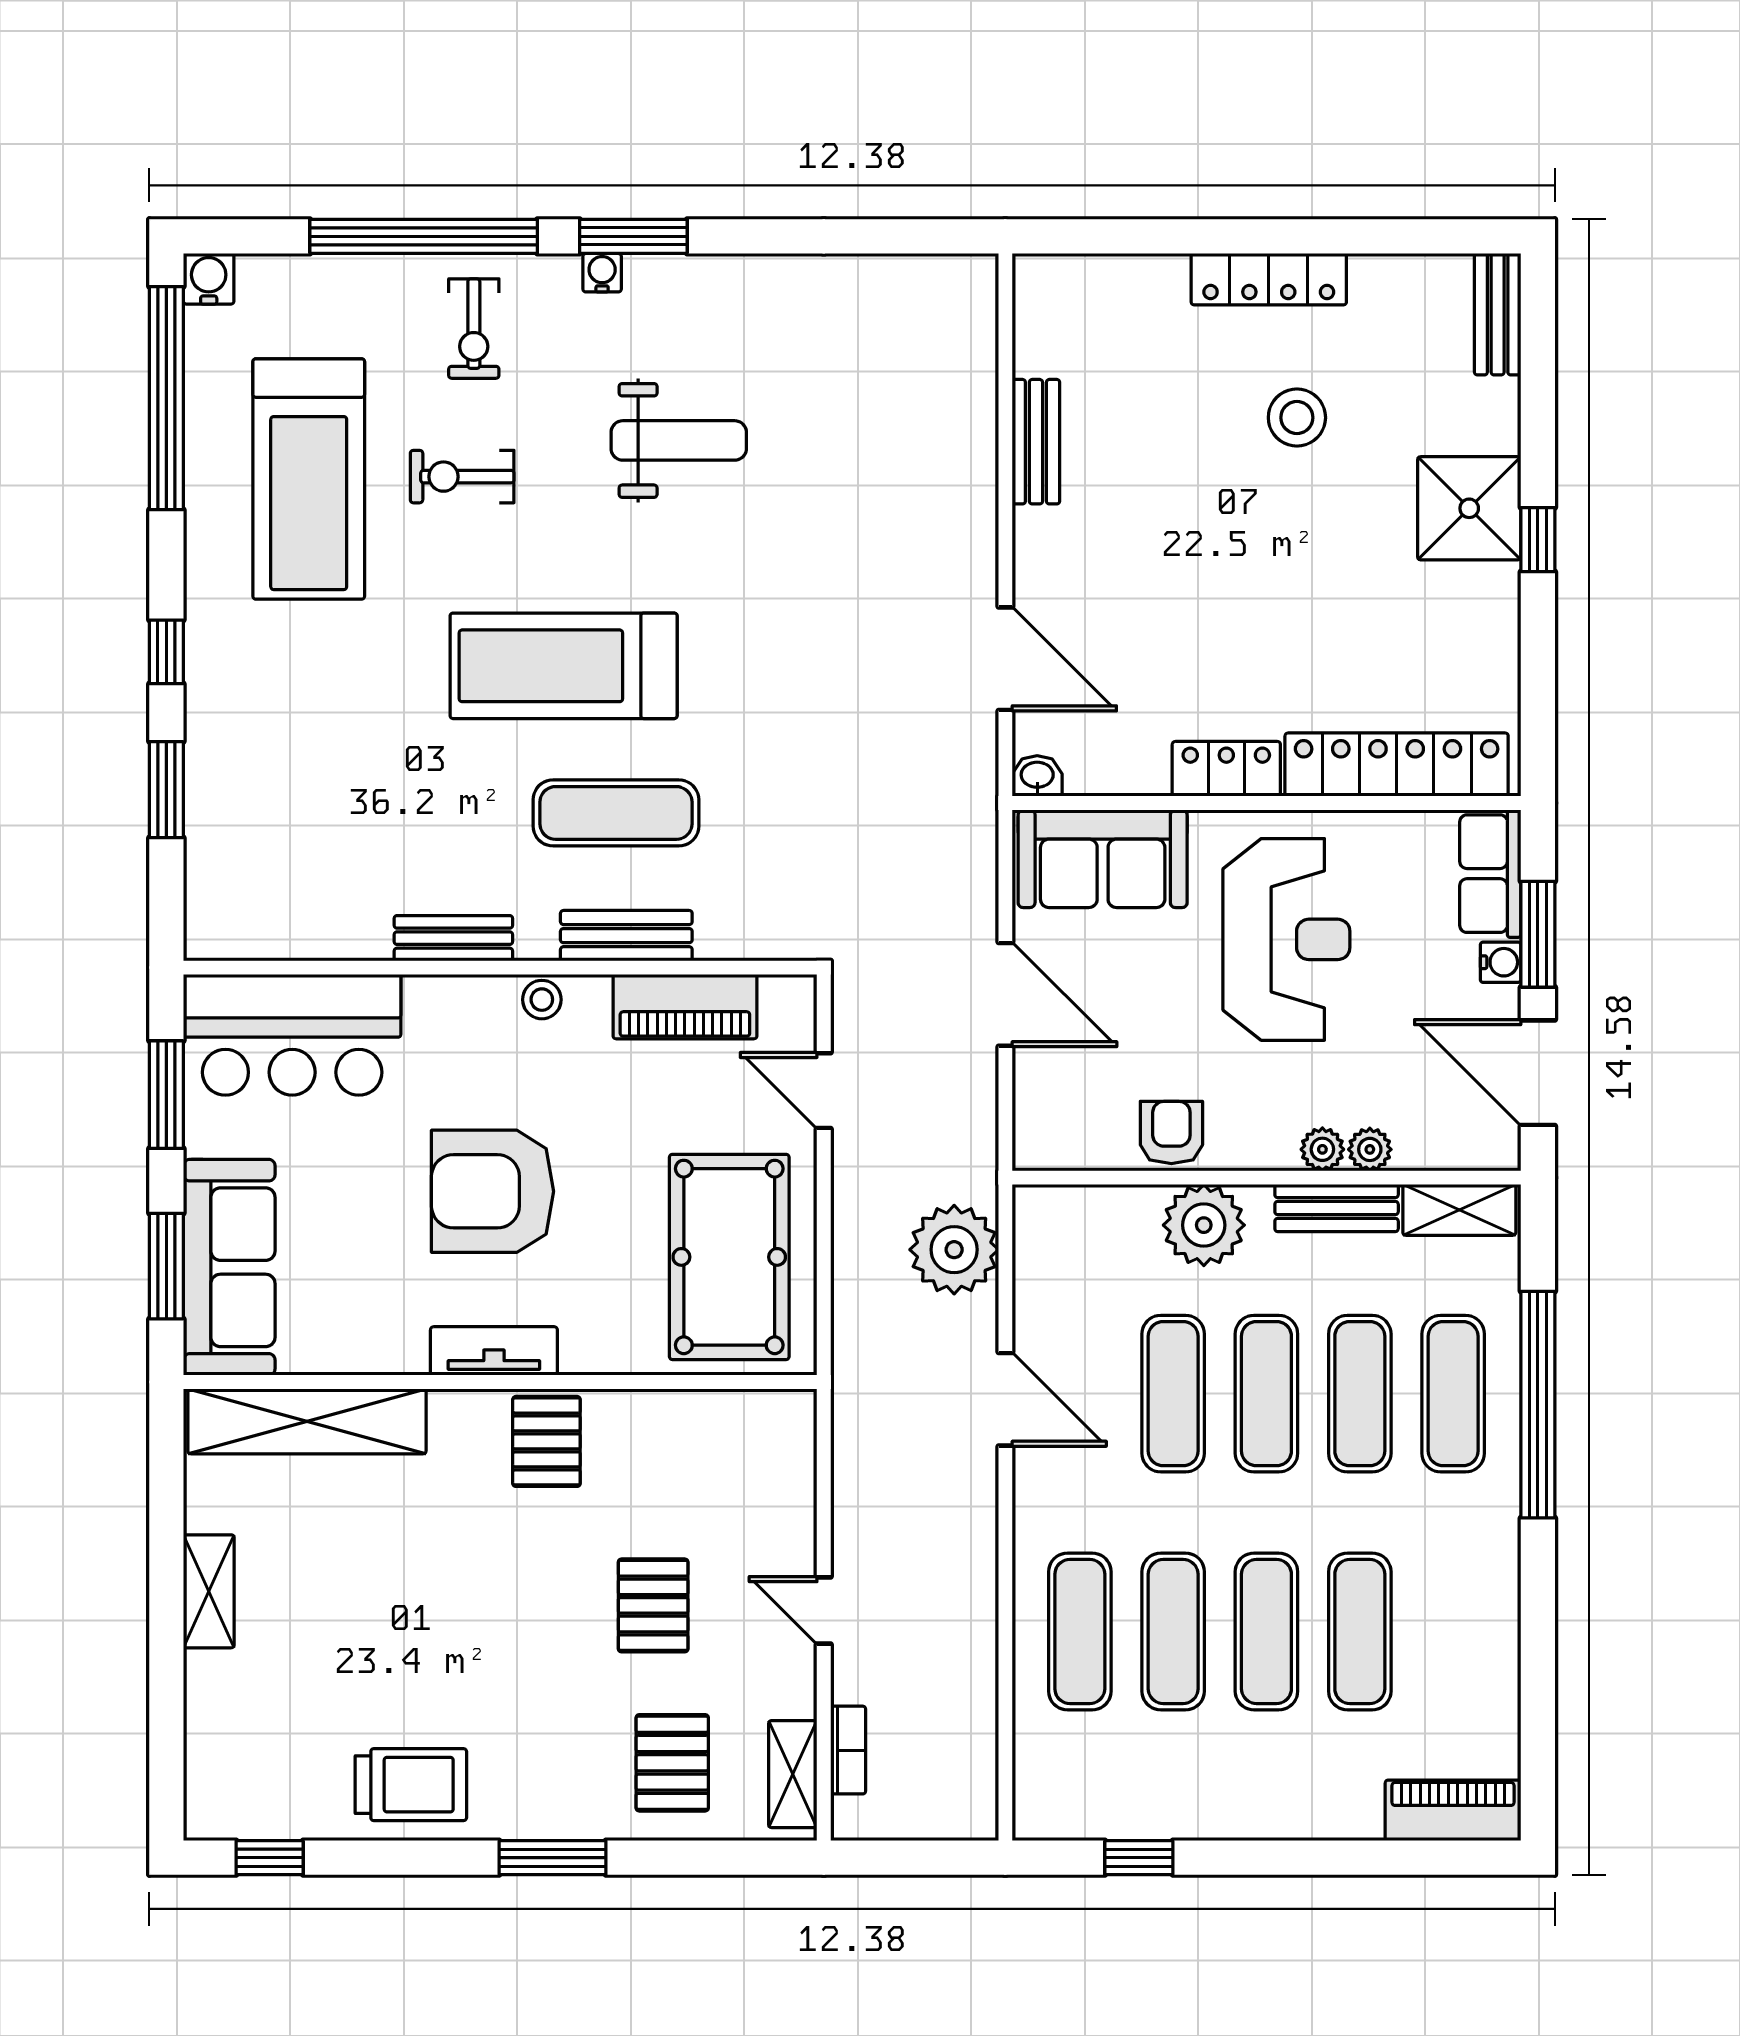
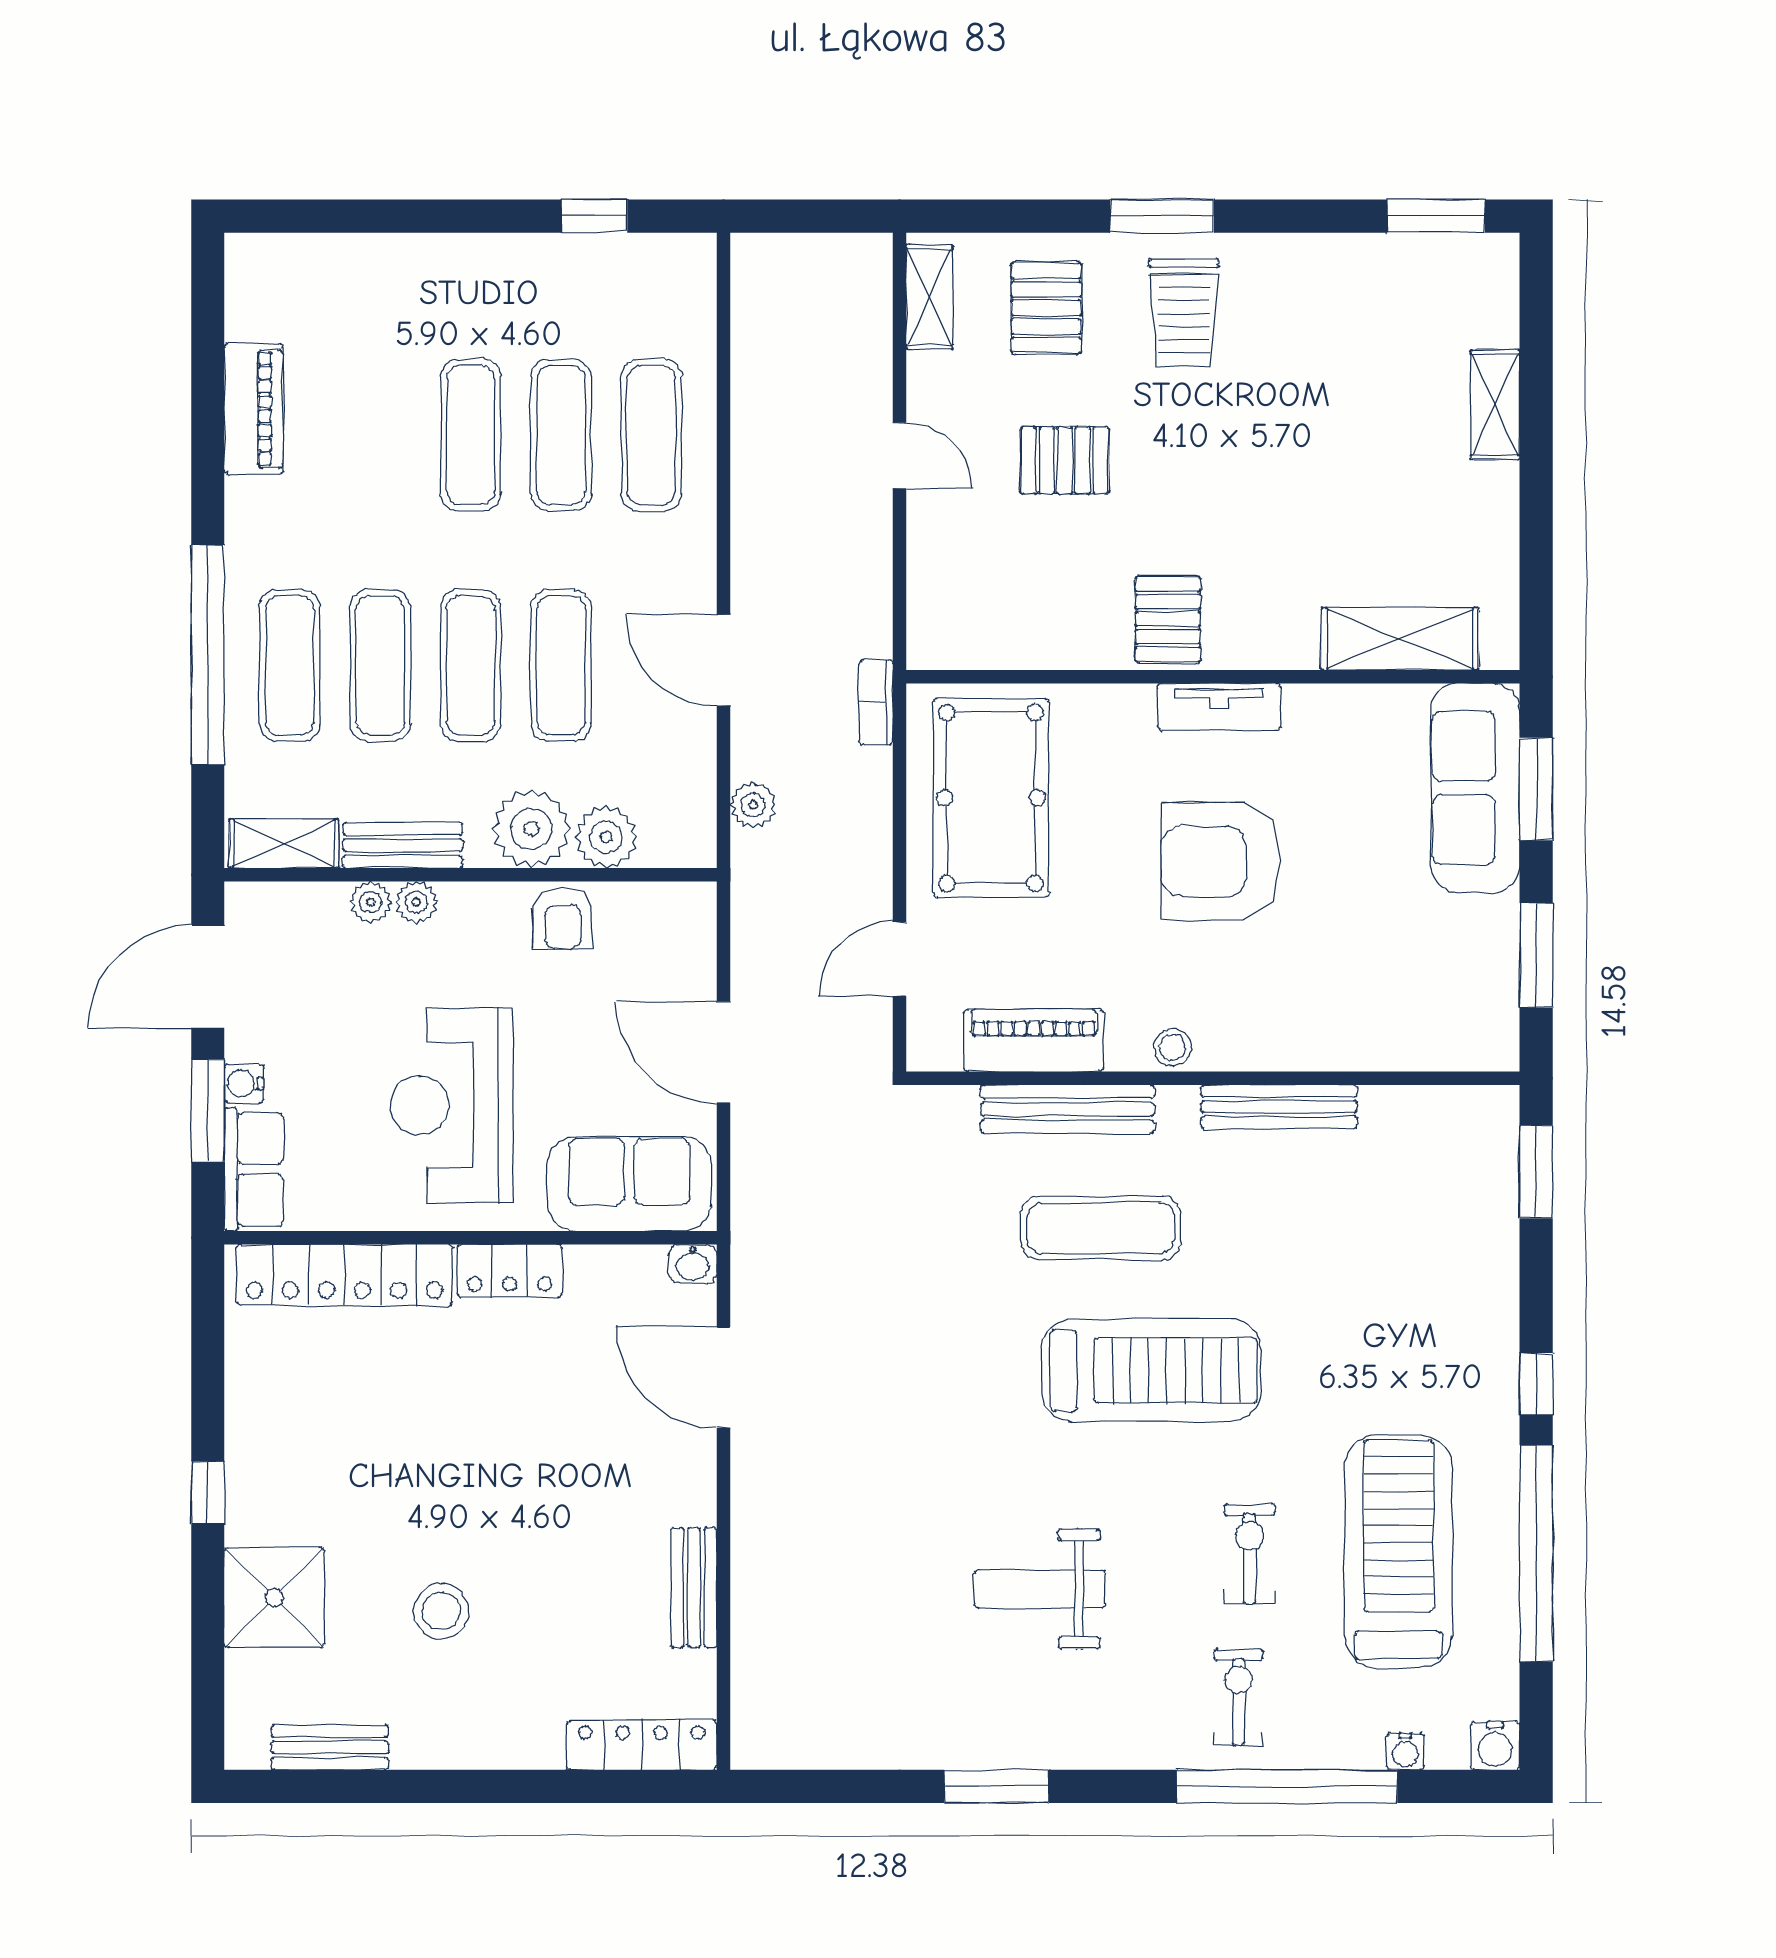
window: (633, 236) -> (997, 1786), moved
water cooler: (602, 273) -> (1405, 1751), moved
locker: (1269, 279) -> (642, 1745), moved
bench: (1498, 314) -> (330, 1748), moved, turned 90
window: (166, 398) -> (1536, 1553), moved
exercise bike: (462, 477) -> (1250, 1554), turned -90
shower: (1469, 508) -> (274, 1597), moved
window: (166, 790) -> (1536, 1172), moved
bench: (626, 936) -> (1067, 1109), width x1.36
bench: (453, 938) -> (1279, 1107), width x1.36
bar counter: (292, 1035) -> (1414, 1013), removed
door: (1538, 1073) -> (208, 976), swing flipped
door: (824, 1091) -> (899, 959), swing flipped
armchair: (492, 1191) -> (1220, 862), turned 180
plant: (1127, 1216) -> (606, 837), added
plant: (954, 1250) -> (753, 805), width x0.53, depth x0.53
shelving: (307, 1421) -> (1400, 639), width x0.68
shelving: (209, 1591) -> (1495, 405), moved
pallet: (653, 1605) -> (1065, 460), turned 90
exercise mat: (1360, 1631) -> (380, 435), removed
bookcase: (848, 1750) -> (876, 702), moved
trolley: (411, 1785) -> (1184, 313), moved, turned -90
piano: (1453, 1810) -> (254, 409), moved, turned -90
window: (270, 1858) -> (1436, 216), width x1.50

